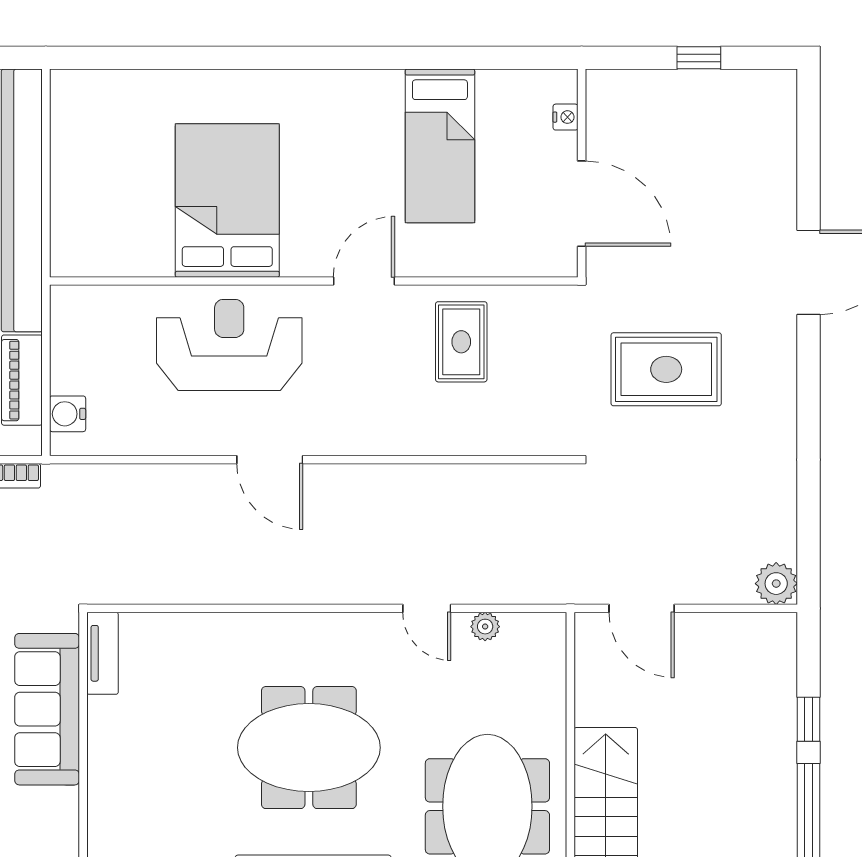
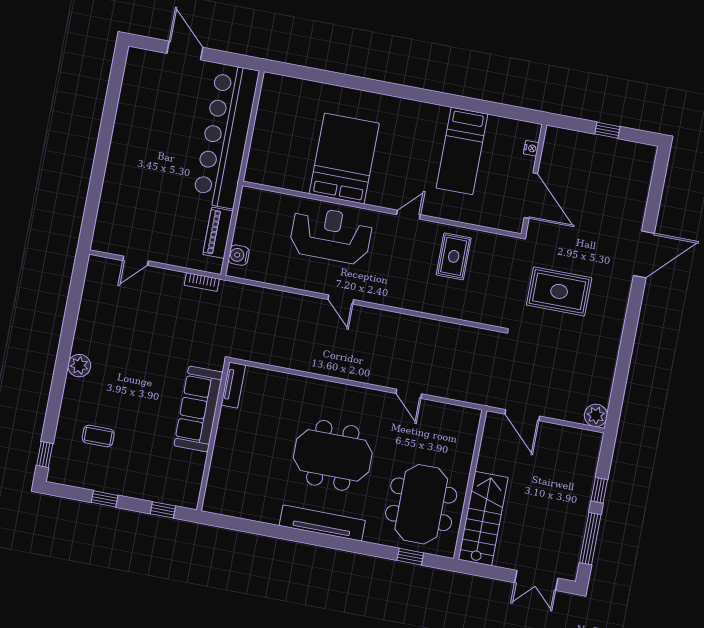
door: (364, 281) -> (408, 215), width x0.73
door: (270, 460) -> (341, 299), width x0.73
plant: (485, 627) -> (438, 409), removed

